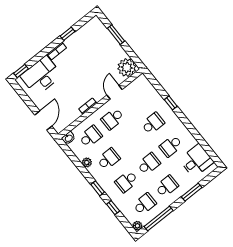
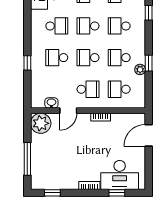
window: (67, 34) -> (52, 193), moved
window: (116, 35) -> (27, 159), width x1.44
window: (21, 71) -> (117, 193), moved
washbasin: (69, 138) -> (51, 103), moved
school desk: (131, 141) -> (88, 58), added
school desk: (127, 182) -> (119, 26), turned 180
window: (98, 188) -> (149, 63), moved

